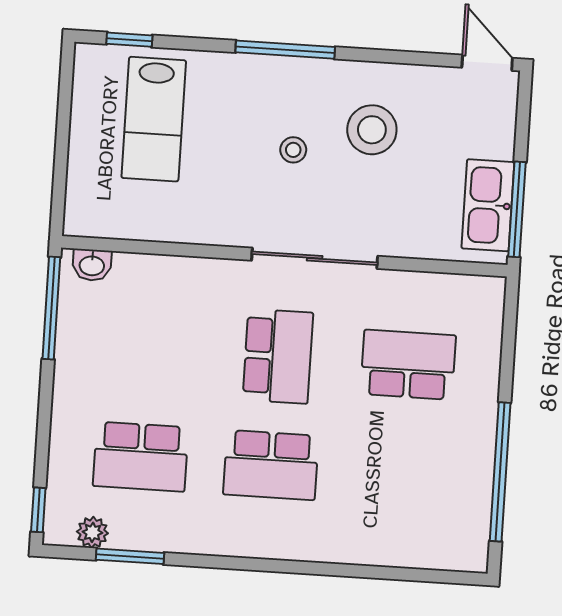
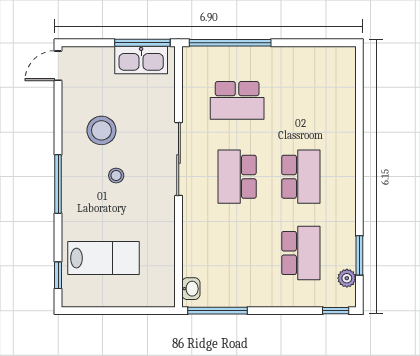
school desk: (278, 356) -> (237, 177), turned -90
school desk: (408, 365) -> (237, 100), turned -90
window: (500, 472) -> (230, 43), moved

